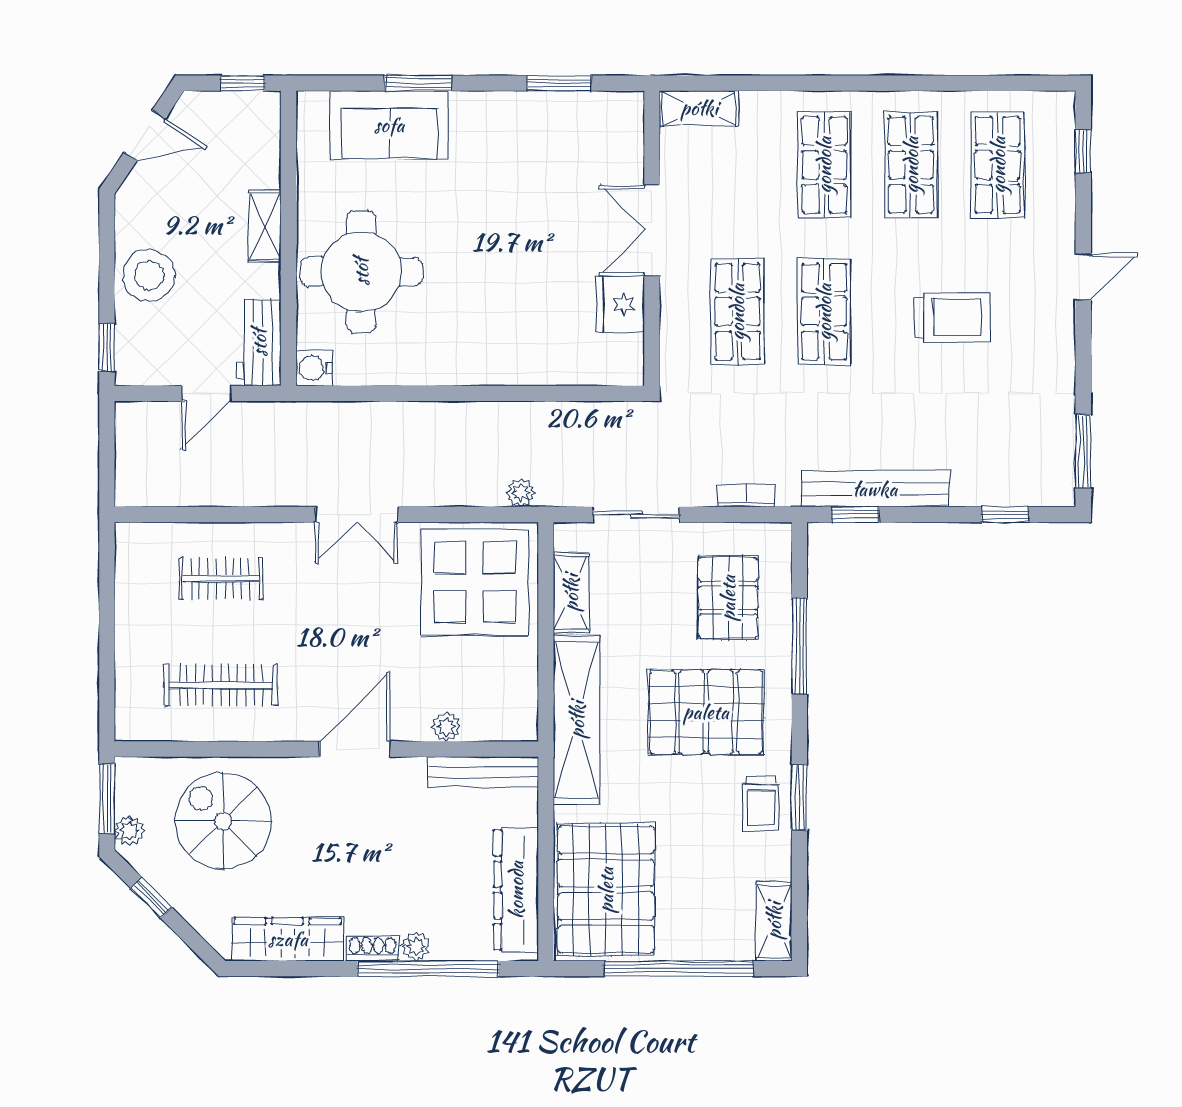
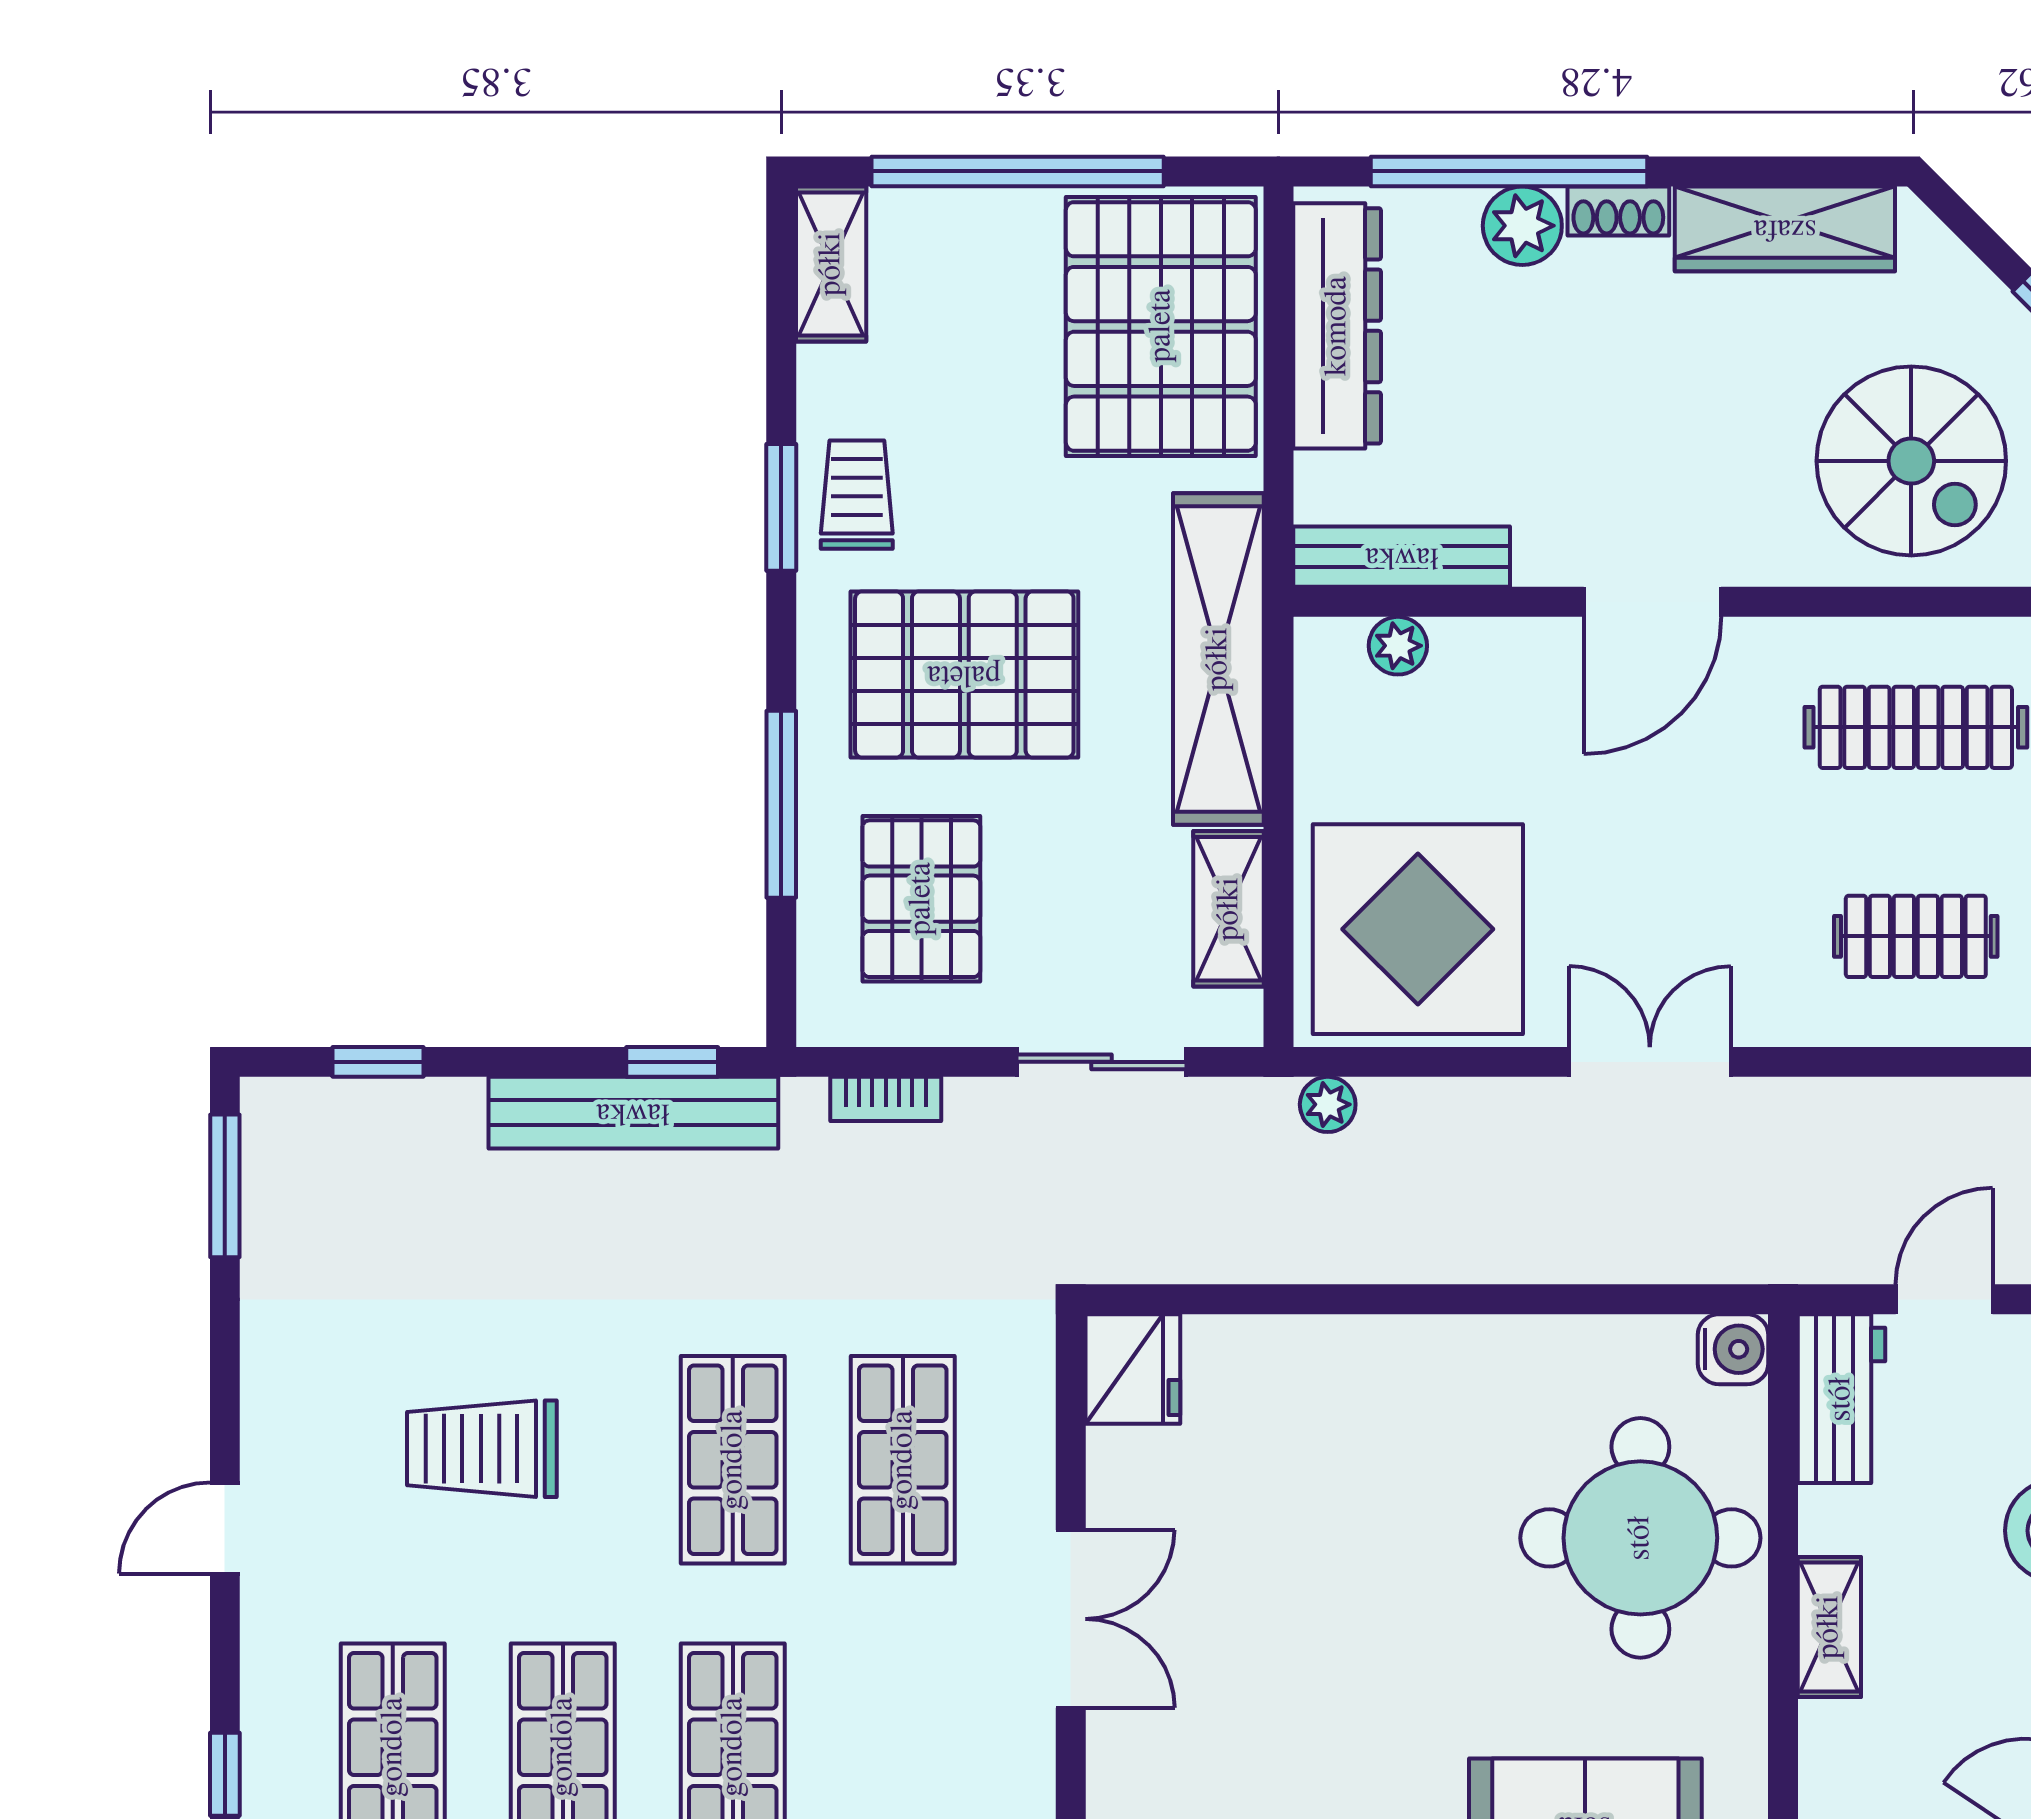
fridge: (620, 305) -> (1133, 1369), moved
plant: (446, 727) -> (1398, 646), moved
plant: (416, 946) -> (1522, 226), width x1.38, depth x1.38

